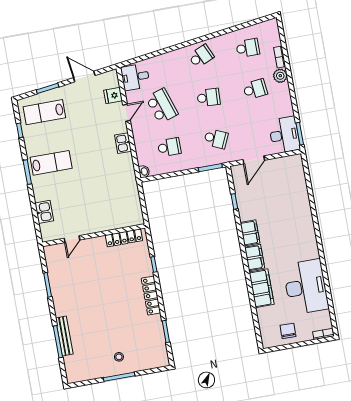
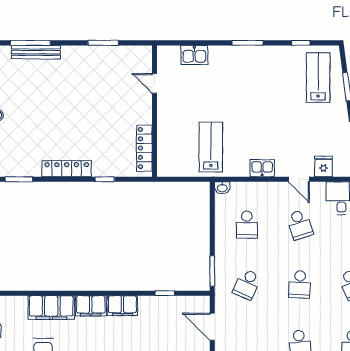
school desk: (162, 106) -> (300, 225), width x0.54
lab bench: (51, 163) -> (211, 147), moved, turned 180

